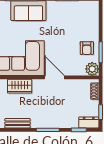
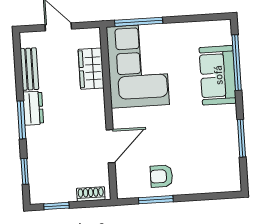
plant: (92, 69) -> (127, 187), removed
door: (54, 77) -> (111, 146), moved
dresser: (89, 122) -> (33, 108), moved

